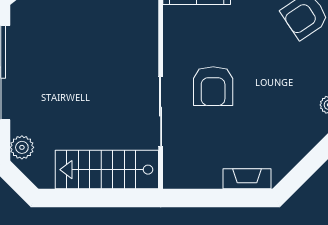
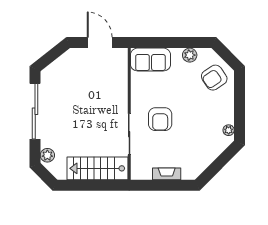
fireplace: (247, 179) -> (167, 174), moved

